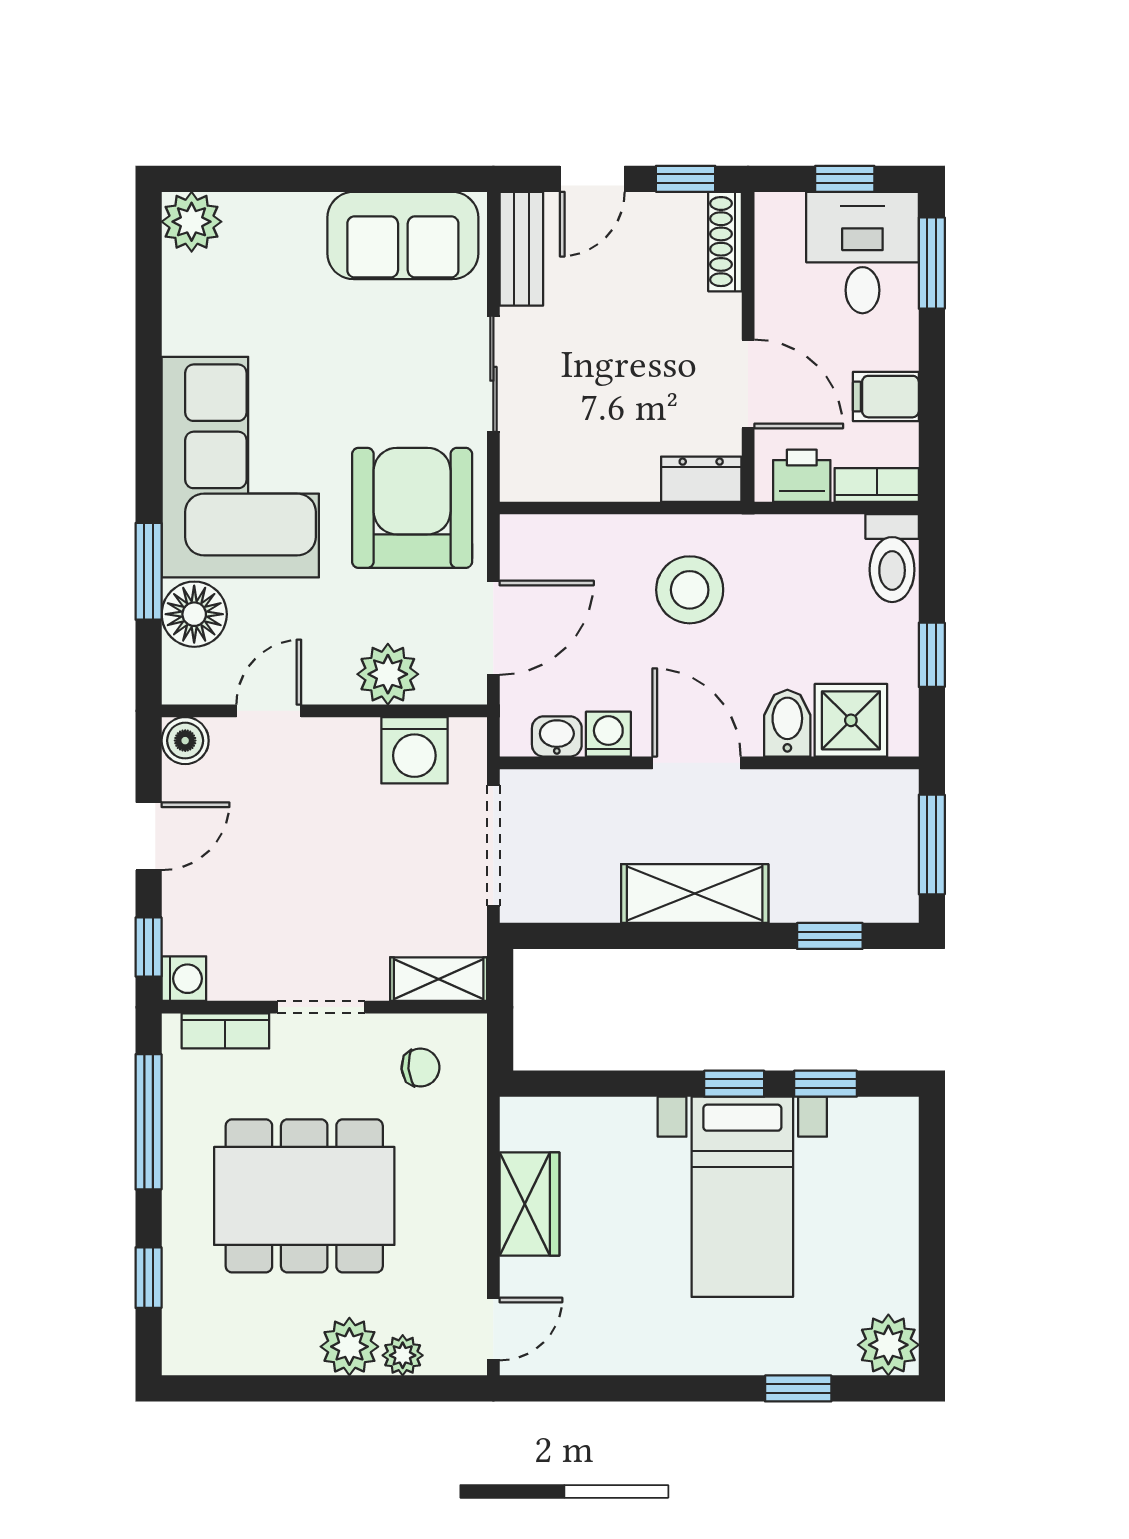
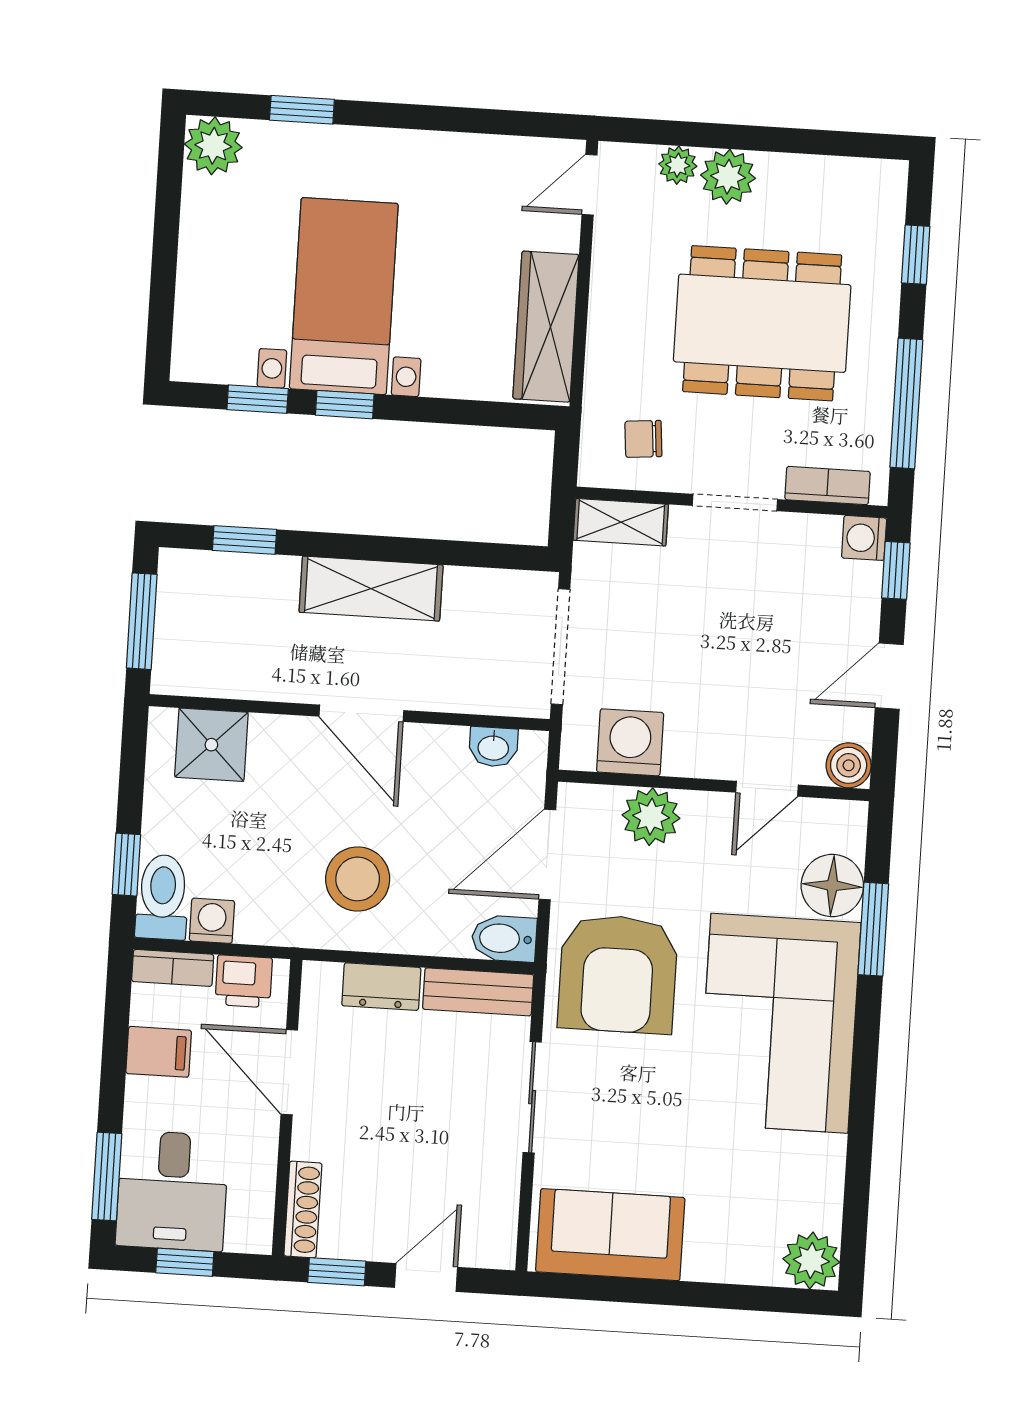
bench: (521, 249) -> (478, 992), moved, turned 90
dresser: (701, 479) -> (381, 987), moved
window: (932, 655) -> (126, 865), moved
bidet: (787, 723) -> (504, 938), moved, turned 90
washing machine: (608, 734) -> (212, 921), moved, turned 180
wardrobe: (530, 1204) -> (546, 327), width x1.50

